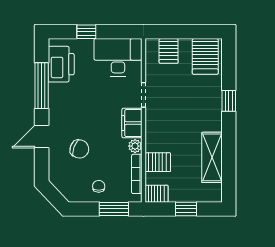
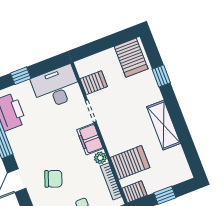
server rack: (169, 51) -> (94, 83), moved, turned -90
window: (229, 101) -> (161, 76), moved
shelving: (212, 157) -> (164, 125), moved
server rack: (158, 162) -> (130, 162), width x1.36, depth x1.44

